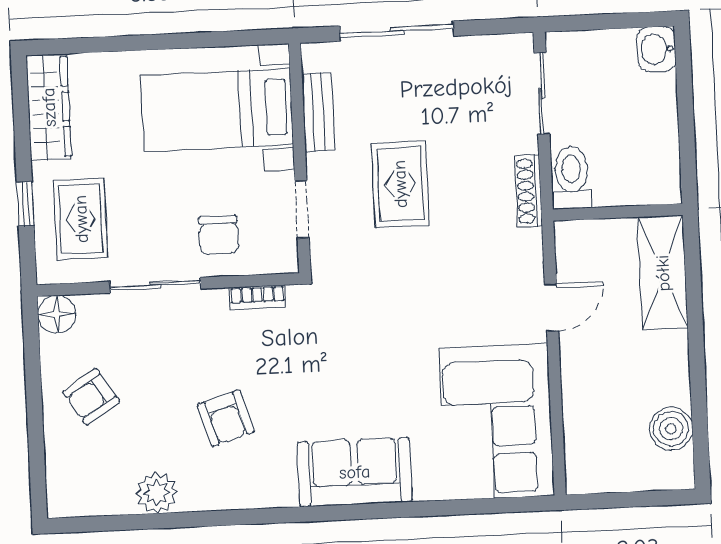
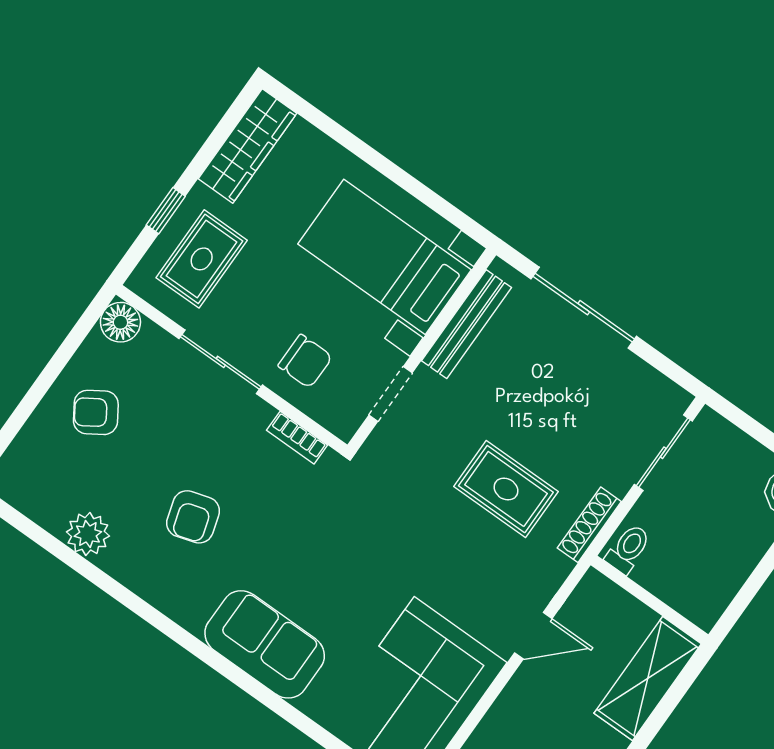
bench: (318, 112) -> (466, 324), width x1.36
toilet: (571, 178) -> (628, 549), width x0.73, depth x0.72
rug: (400, 184) -> (506, 489), moved, turned 90
chair: (219, 235) -> (305, 361), turned -90

